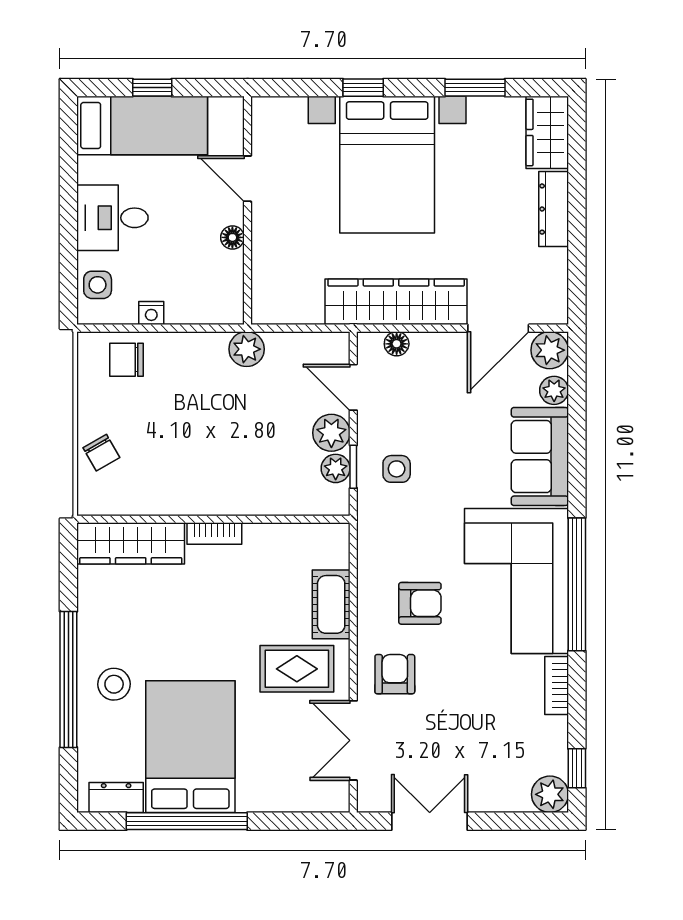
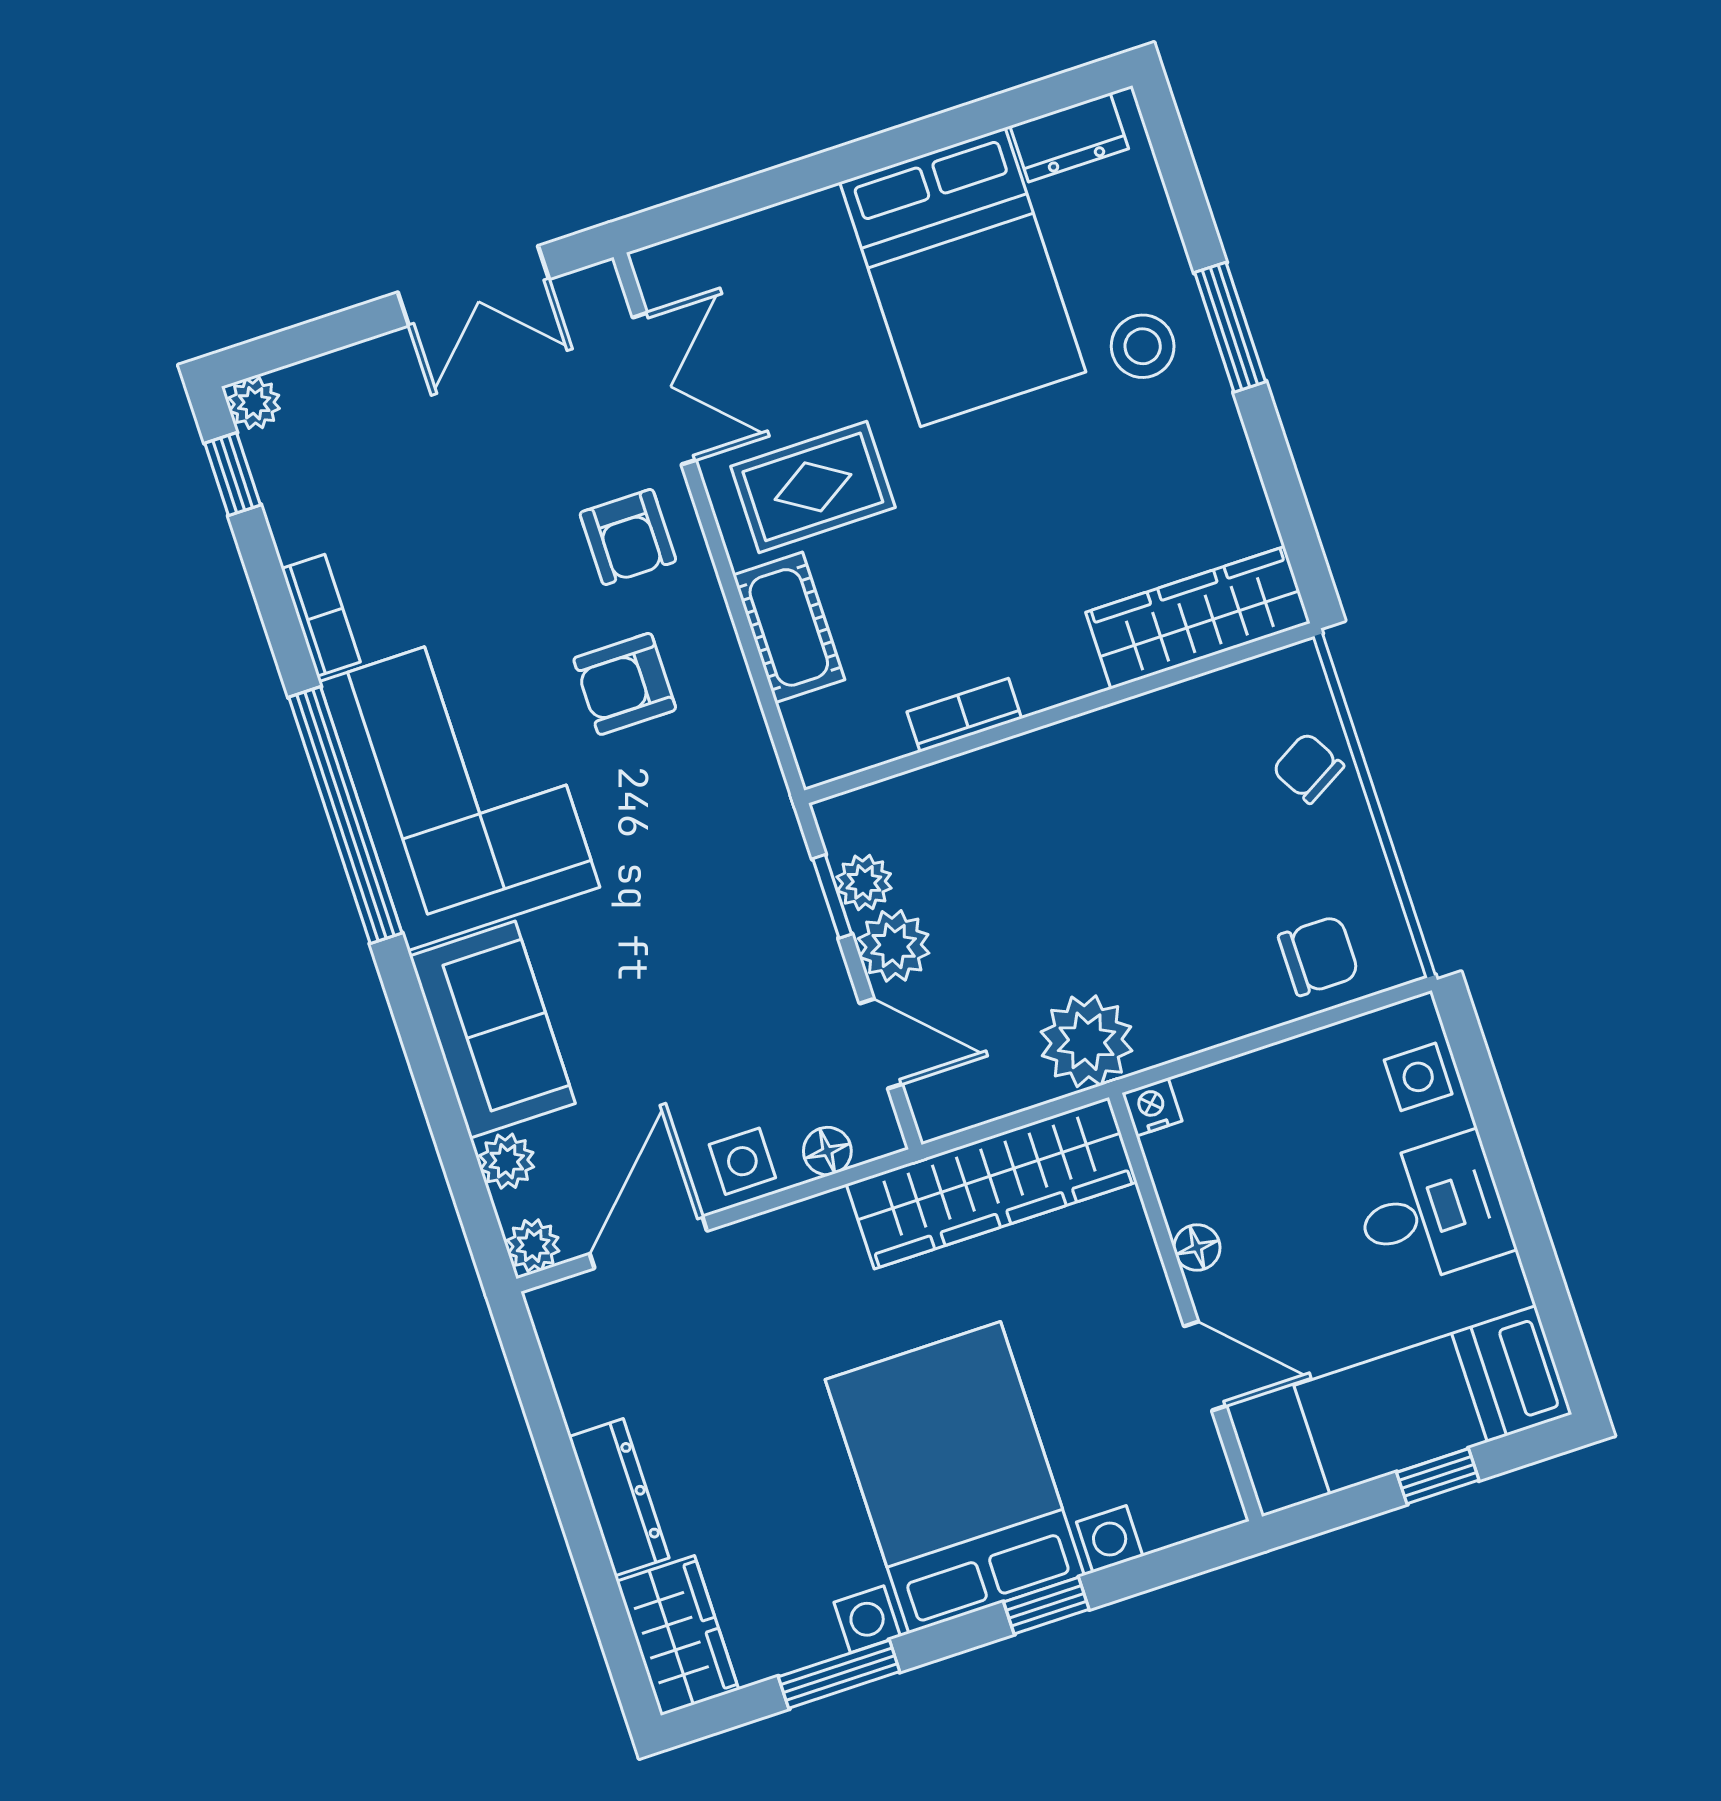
wardrobe: (396, 302) -> (992, 1183), moved
nightstand: (151, 313) -> (1152, 1107), moved
plant: (247, 349) -> (1087, 1041), width x1.36, depth x1.36
plant: (550, 350) -> (533, 1246), width x0.73, depth x0.73
side table: (397, 469) -> (742, 1161), moved
bookcase: (214, 534) -> (964, 715), moved
window: (68, 679) -> (1230, 327), width x0.47
plant: (550, 794) -> (254, 403), width x0.73, depth x0.73
window: (187, 821) -> (924, 137), removed

